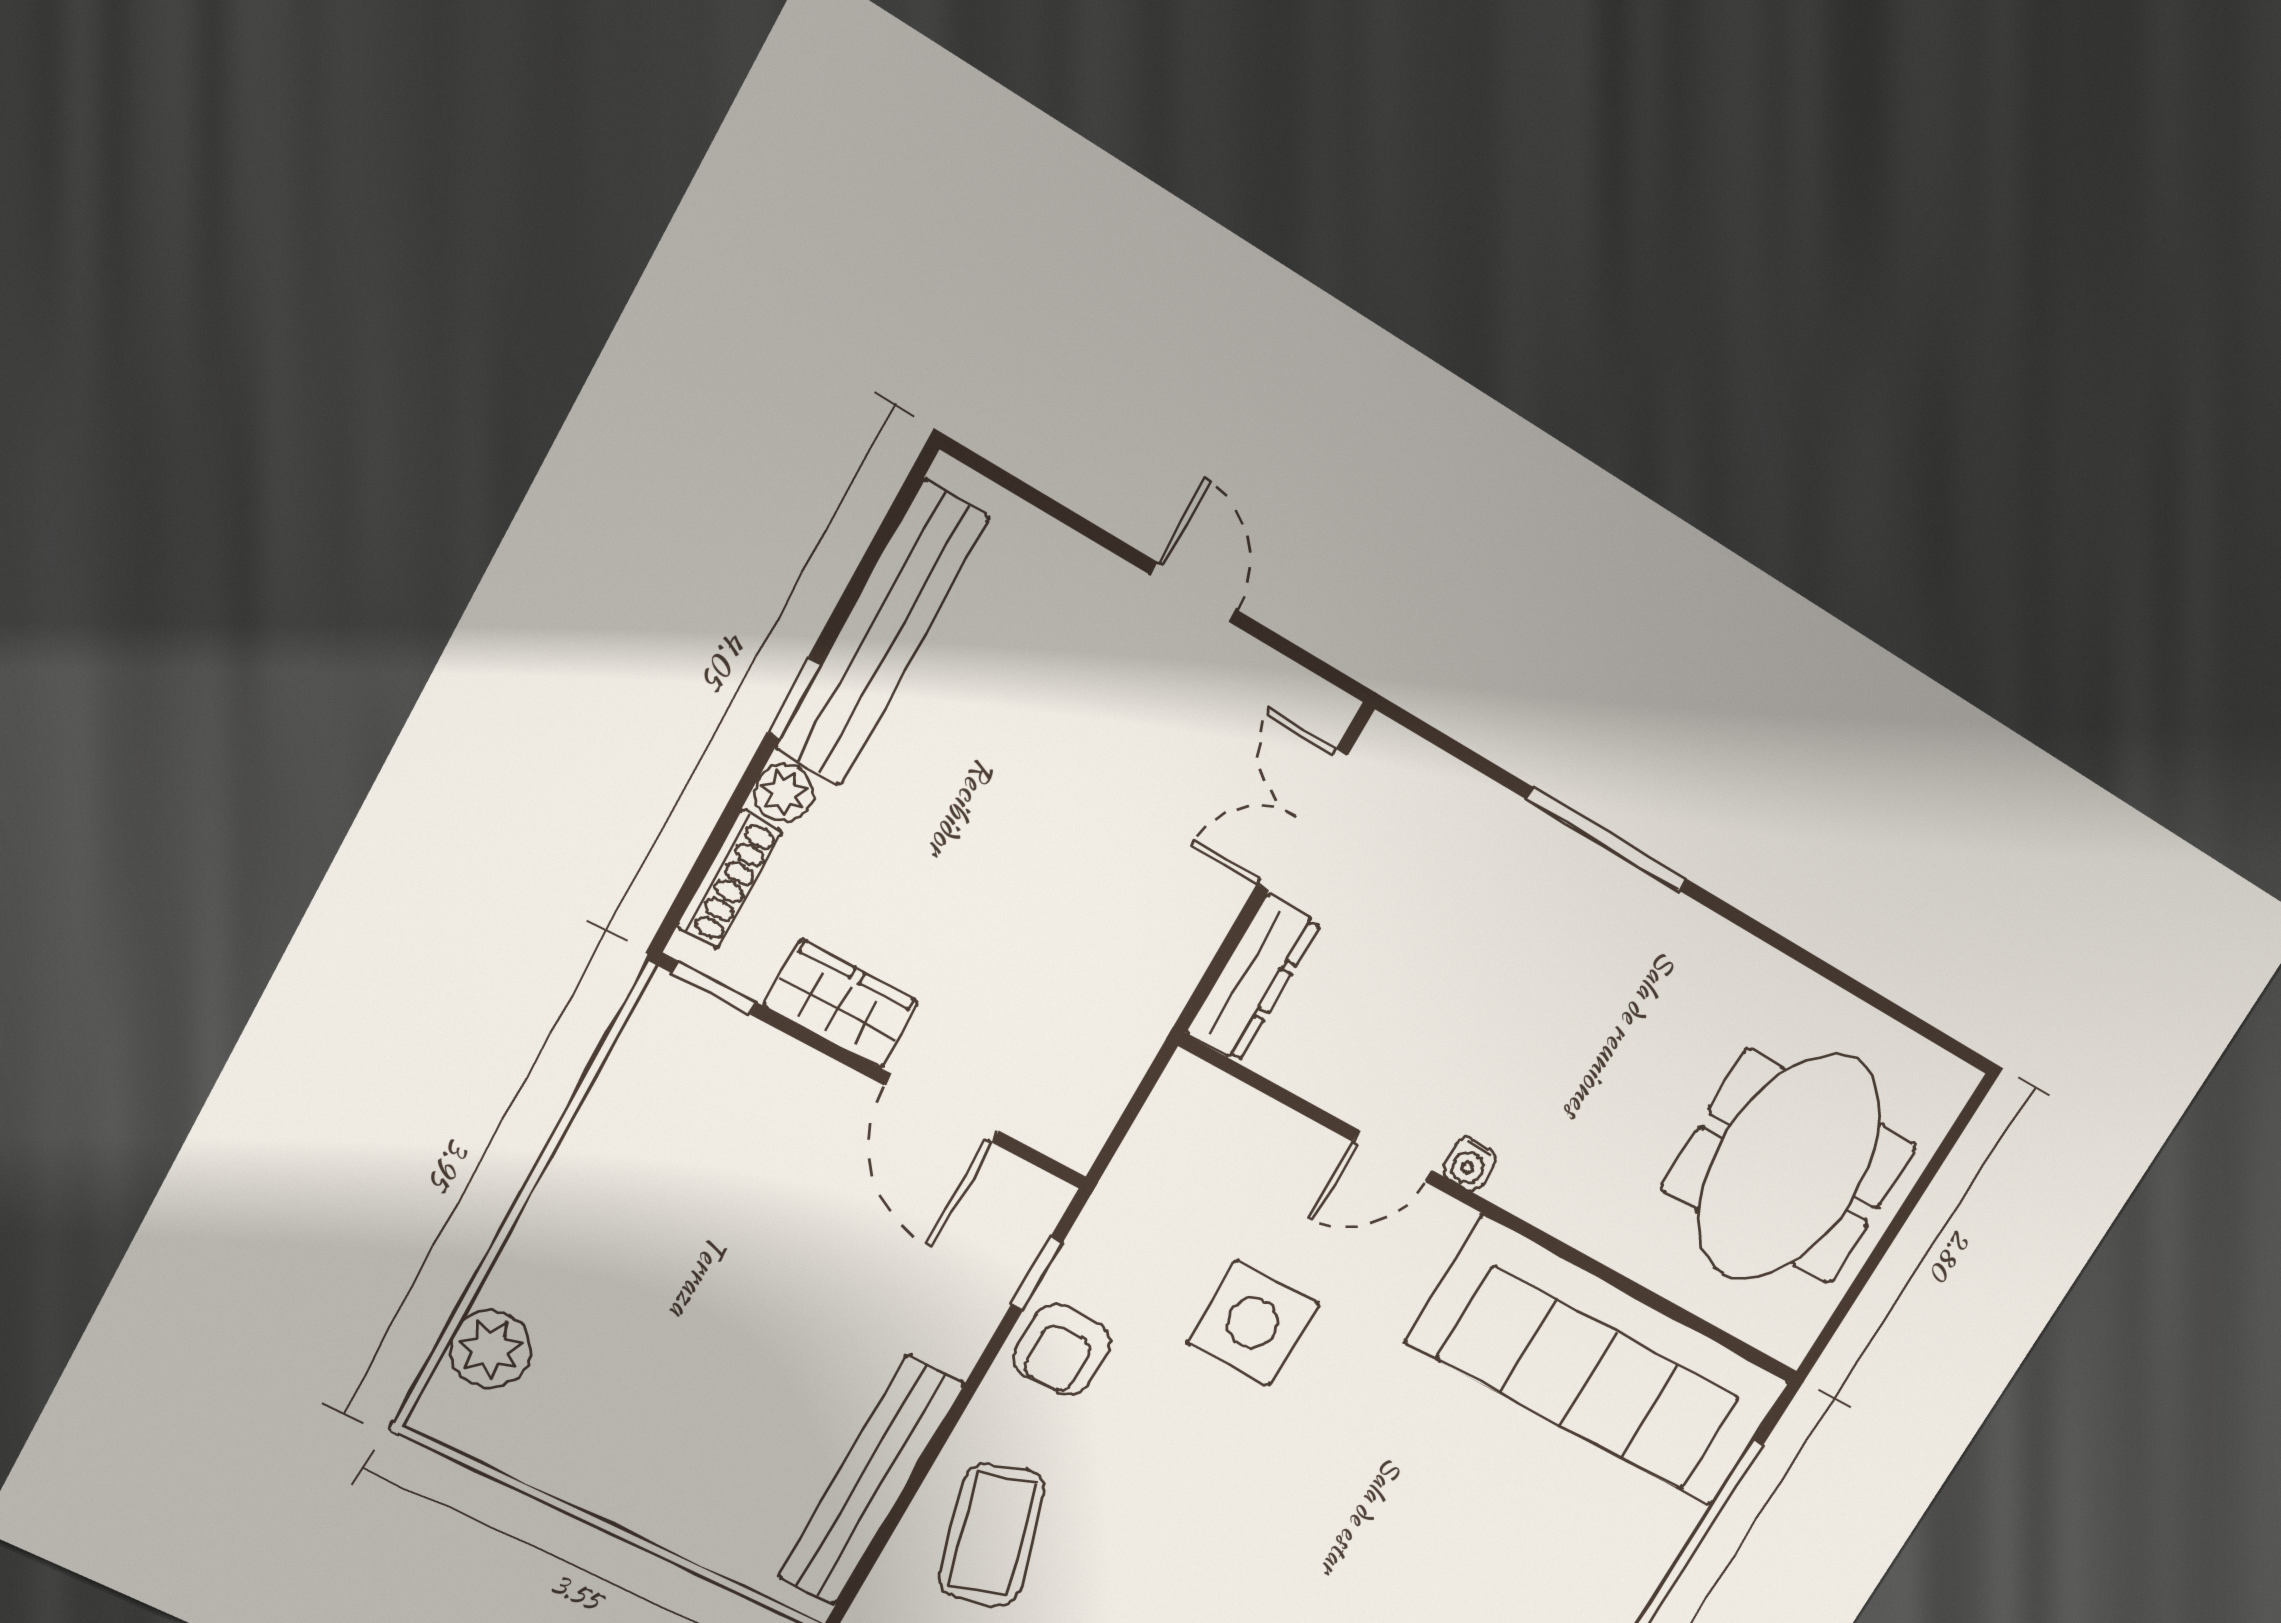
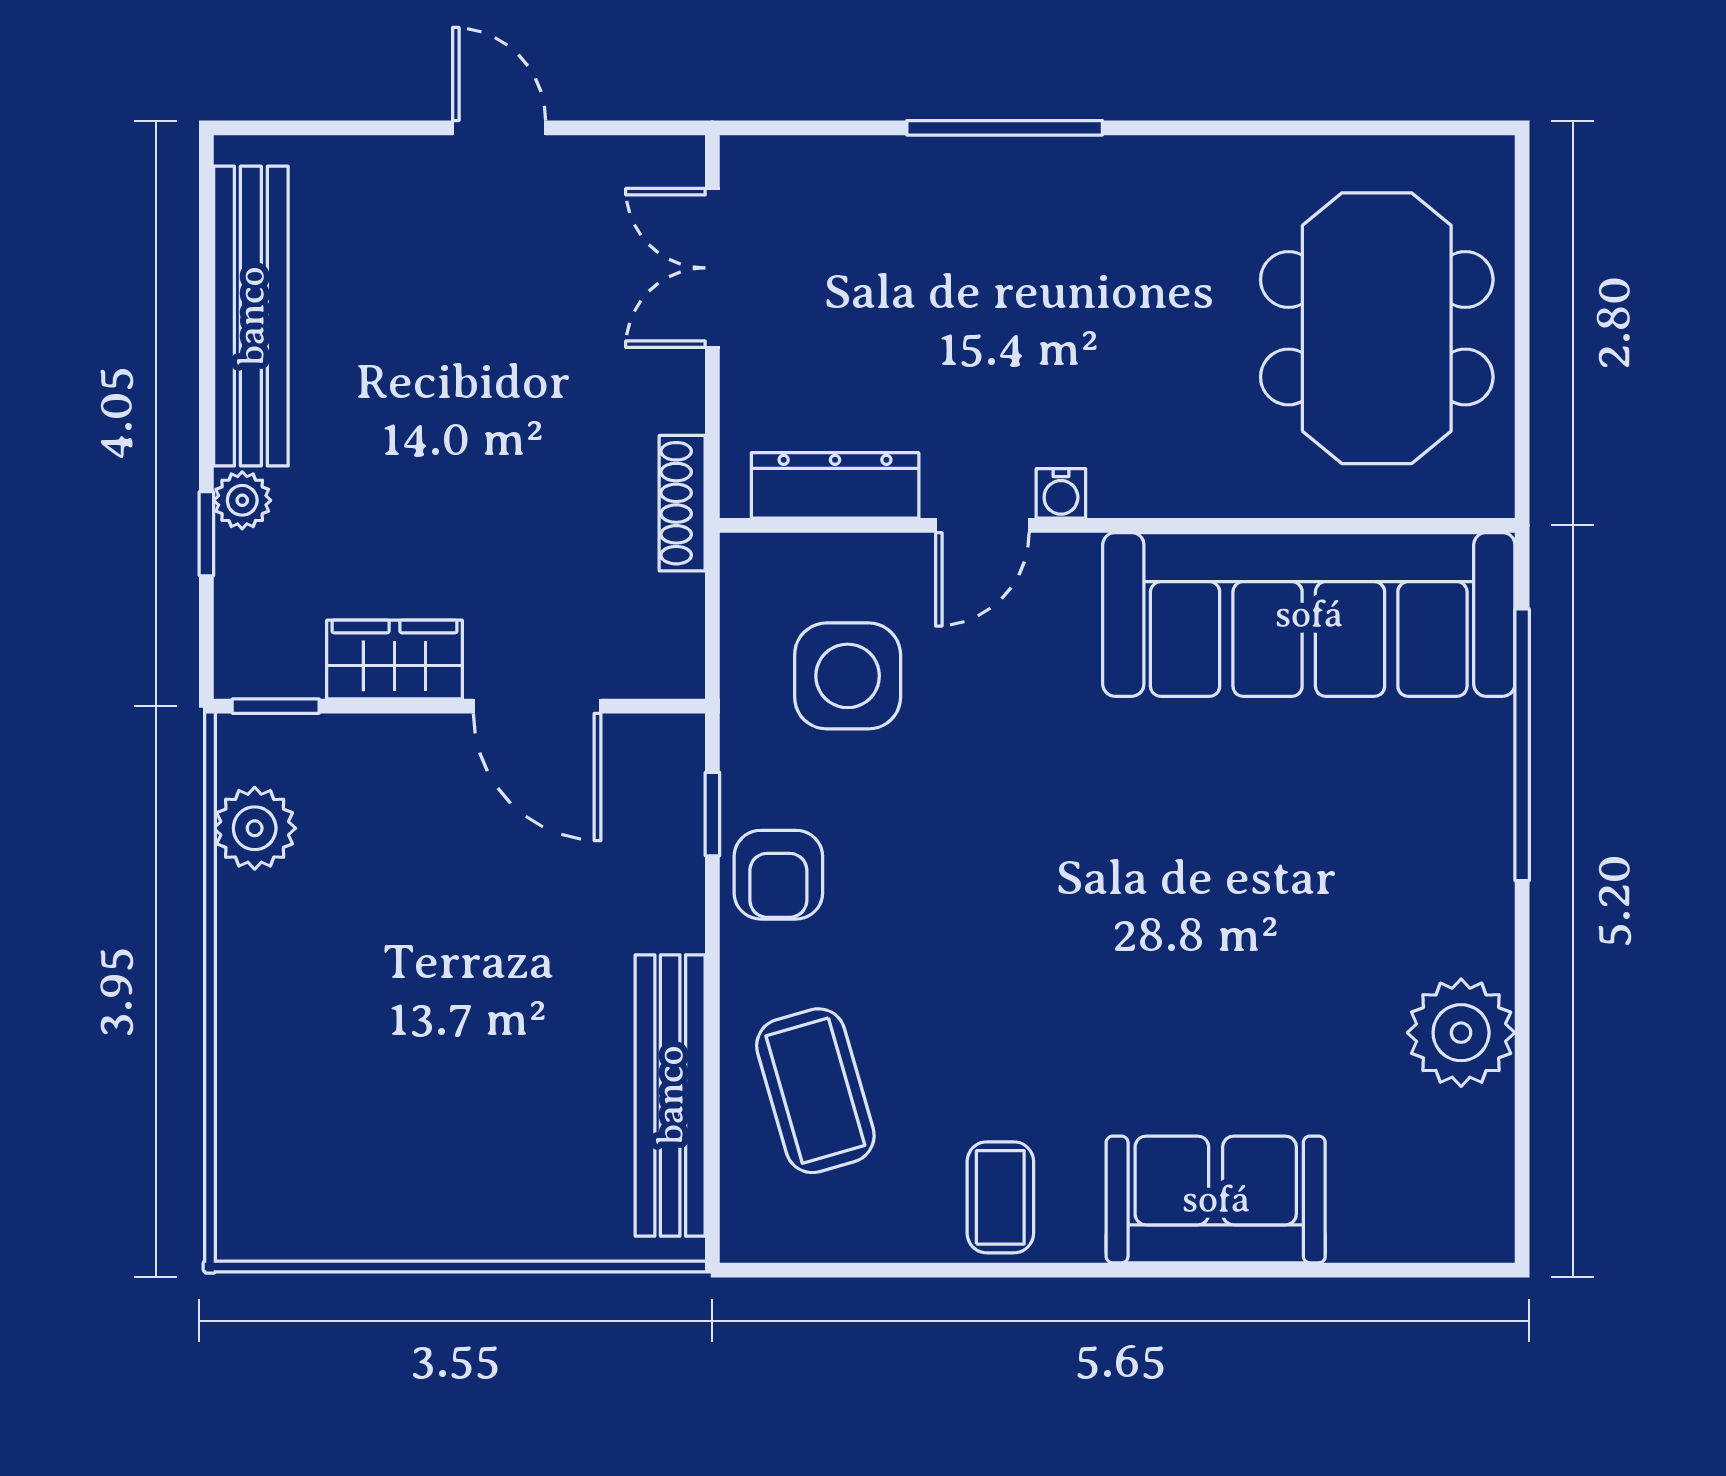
window: (794, 698) -> (206, 534), moved
shoe rack: (729, 880) -> (682, 503), moved, turned 180
dresser: (1253, 978) -> (835, 485), moved, turned -90
side table: (1253, 1323) -> (848, 676), moved
plant: (491, 1349) -> (255, 828), moved

